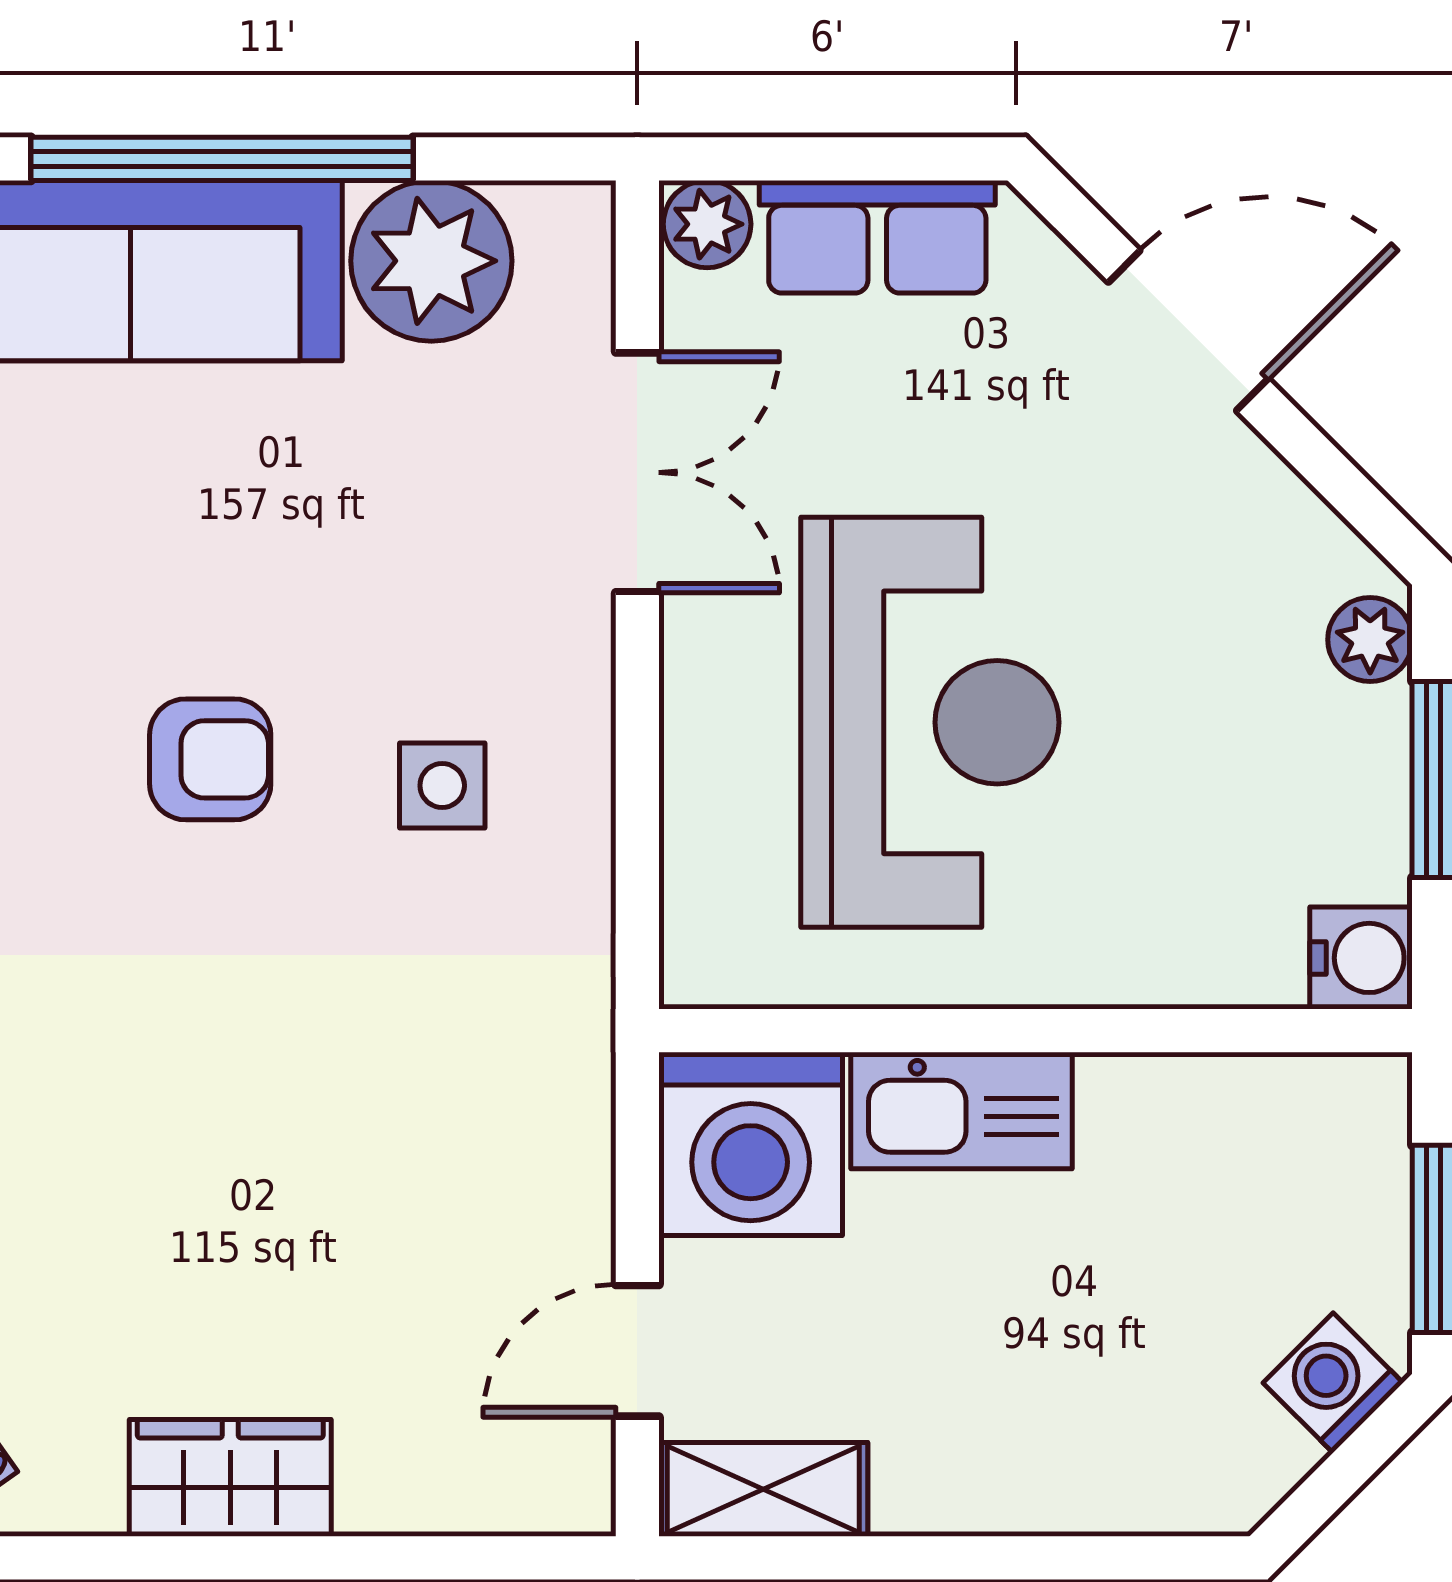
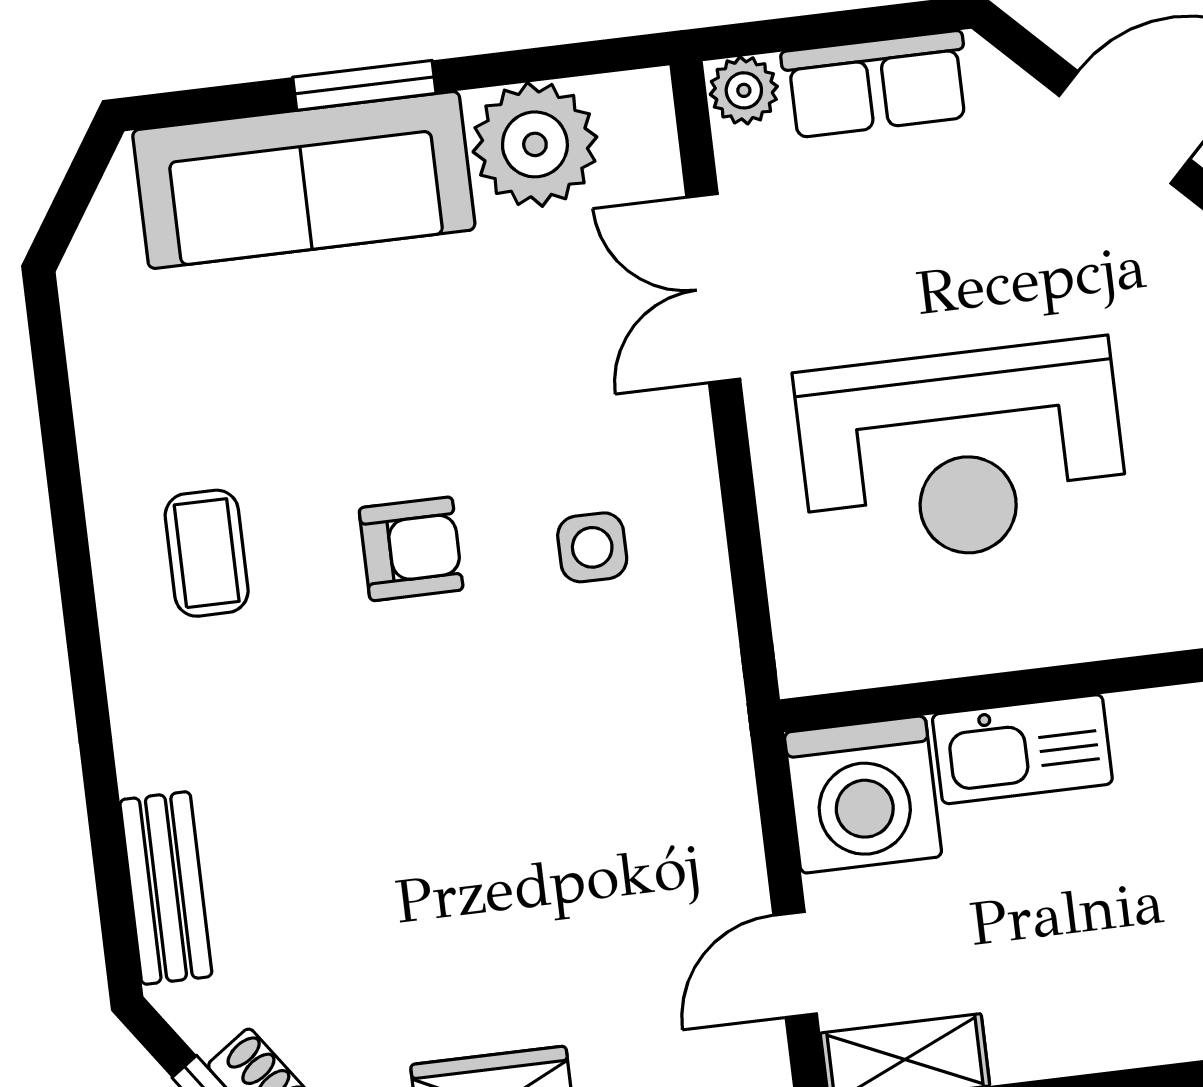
window: (222, 159) -> (364, 85), width x0.47
double door: (637, 472) -> (713, 288), swing flipped
reception desk: (930, 722) -> (962, 453), turned 90

